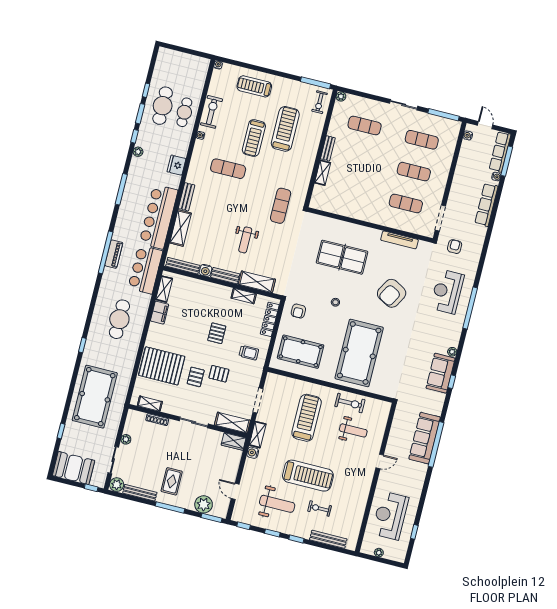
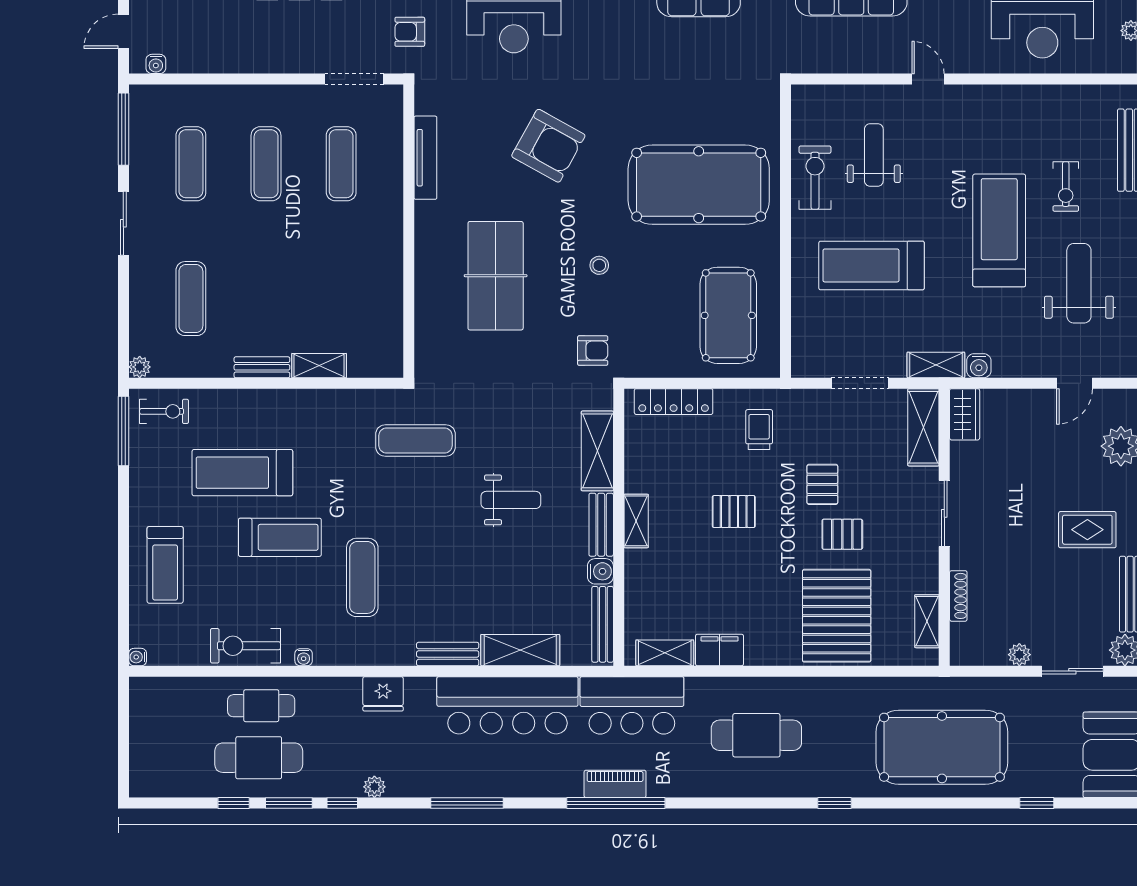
shelving: (244, 296) -> (636, 521), moved
armchair: (298, 311) -> (593, 351), moved

